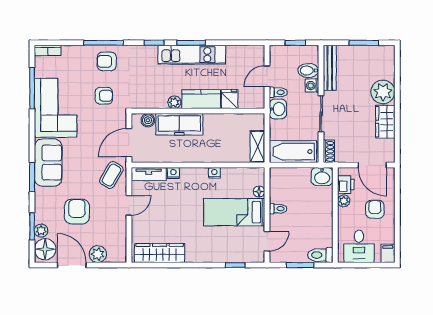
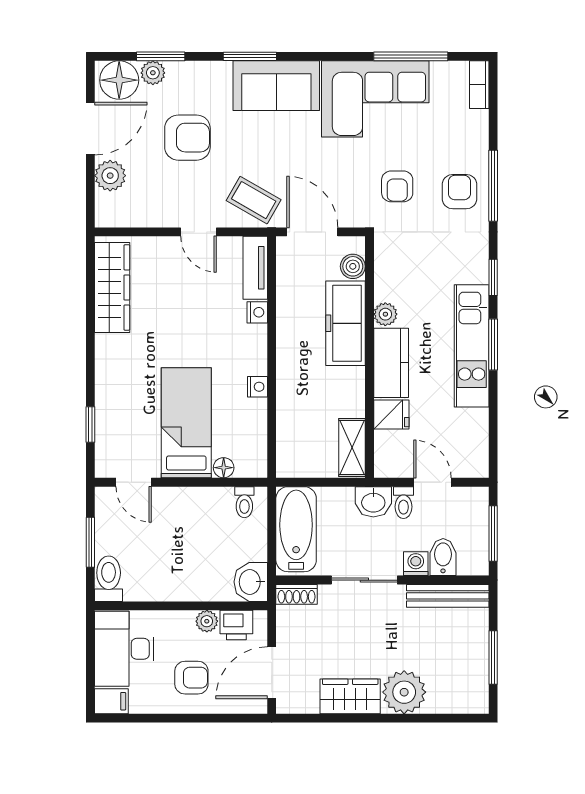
window: (295, 43) -> (493, 534), width x1.50
shelving: (257, 147) -> (352, 447), moved, turned 90
toilet: (278, 209) -> (244, 502), moved
desk: (359, 246) -> (124, 649), width x1.37

